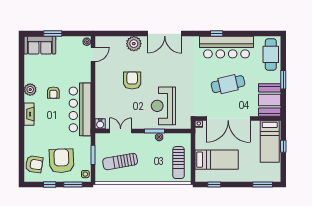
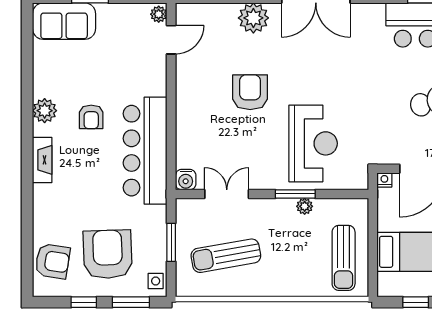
reception desk: (163, 106) -> (313, 143), turned 180

